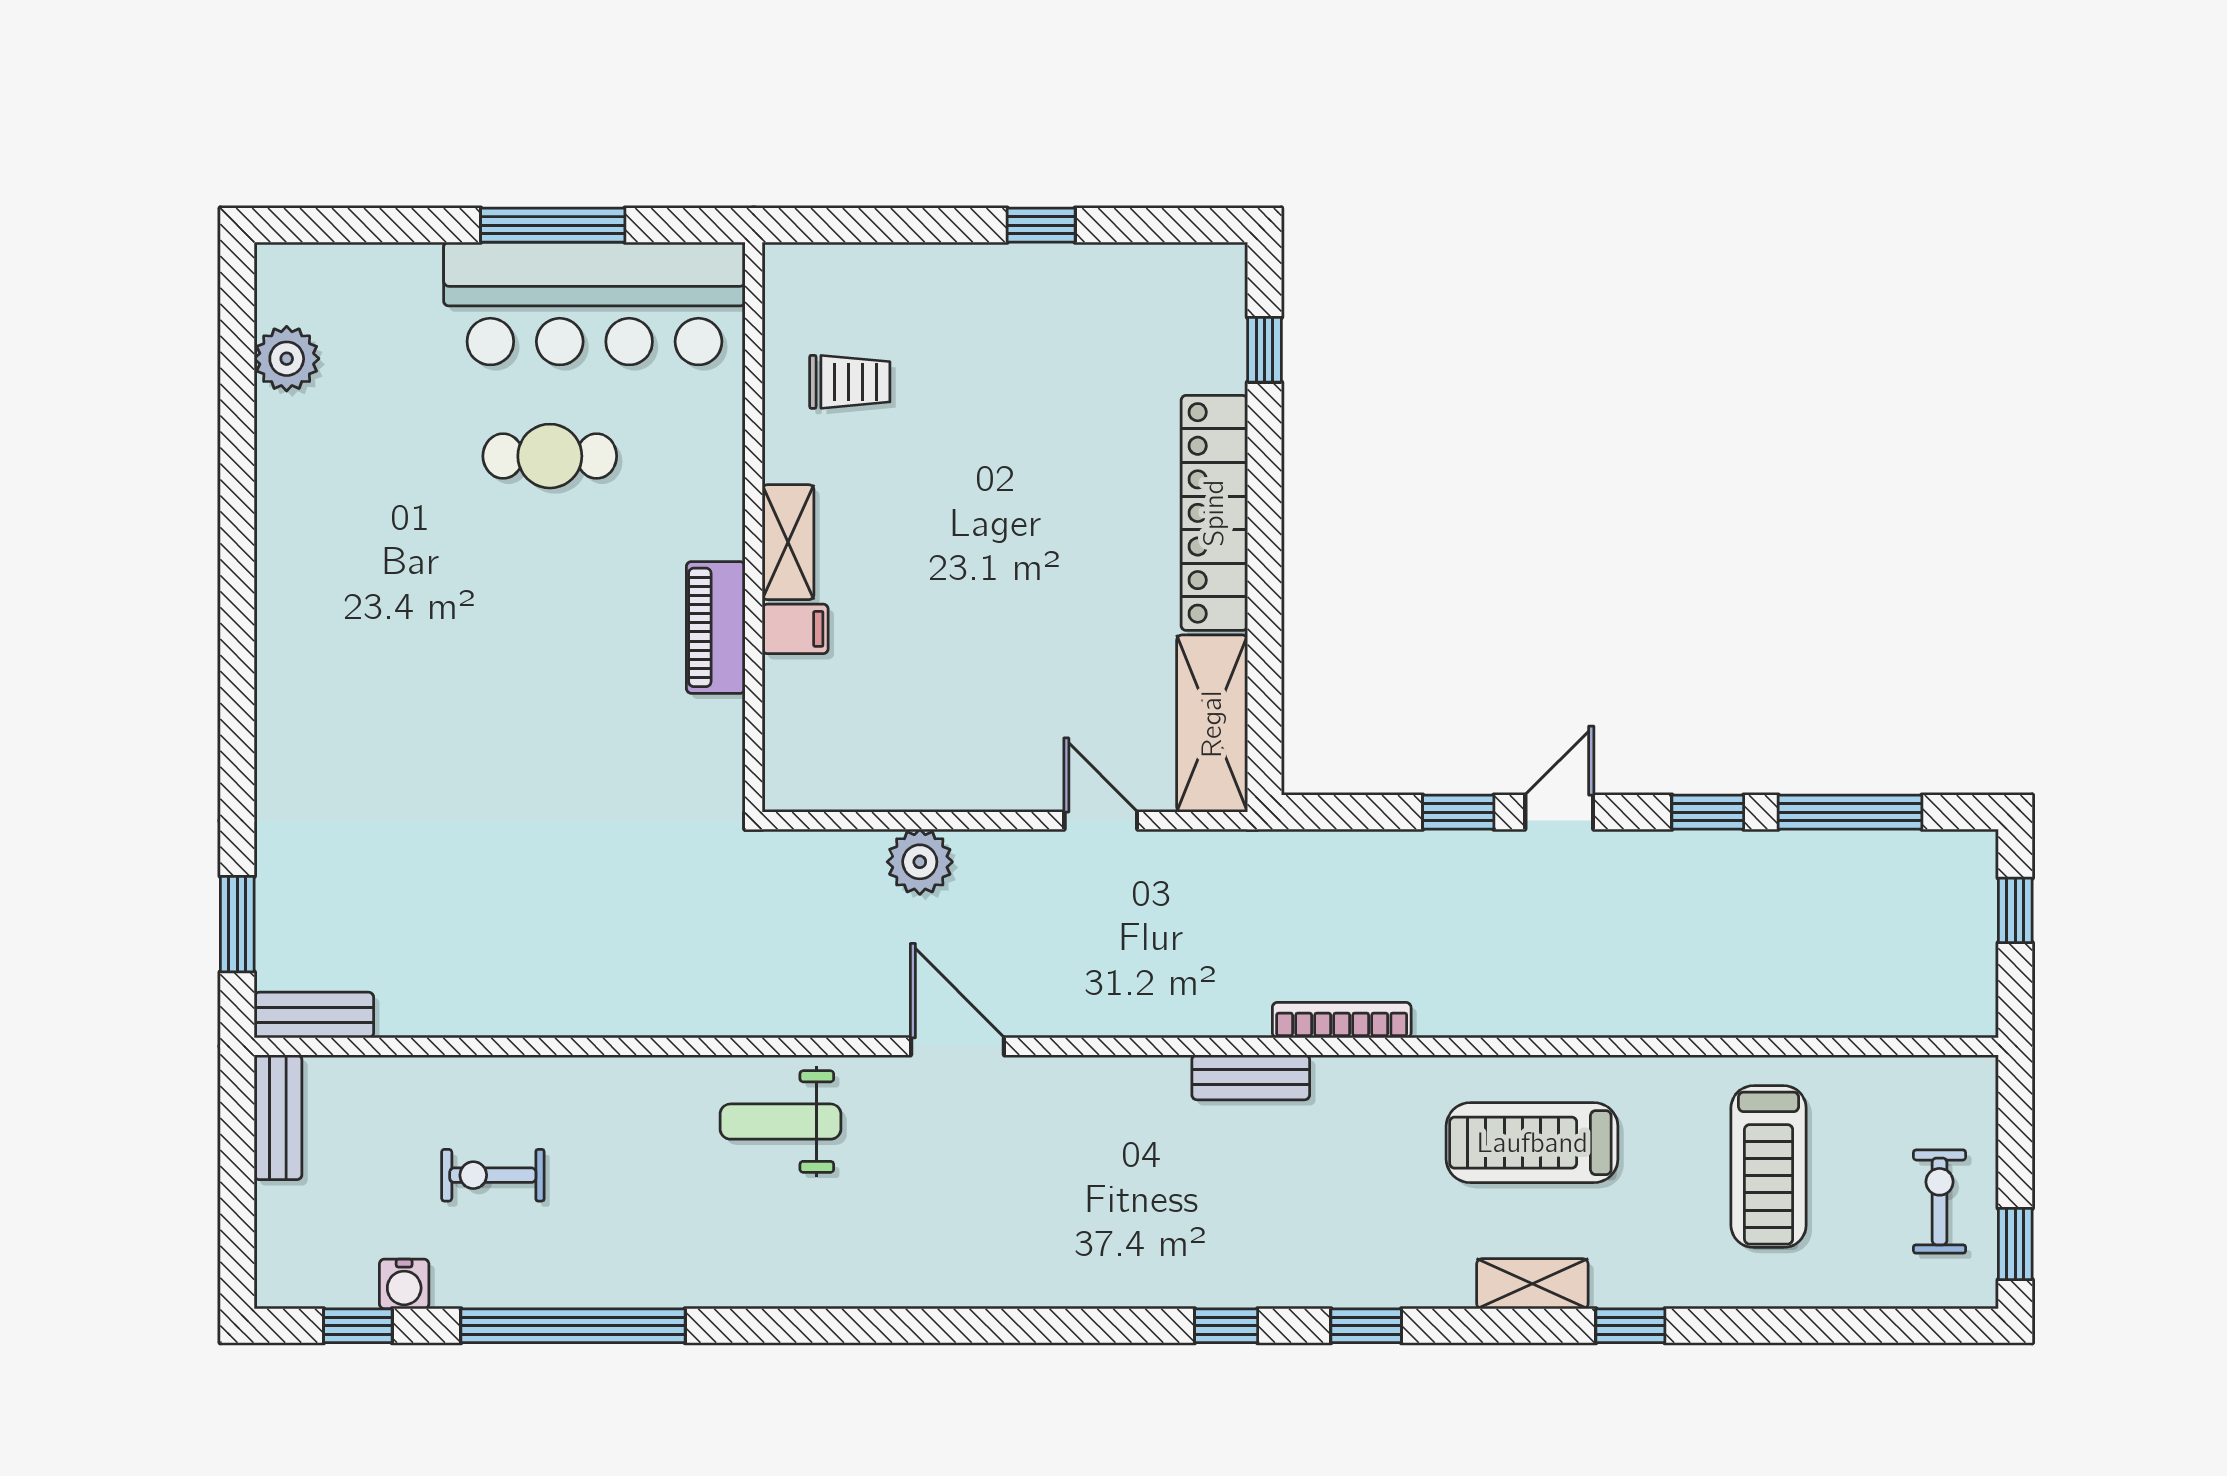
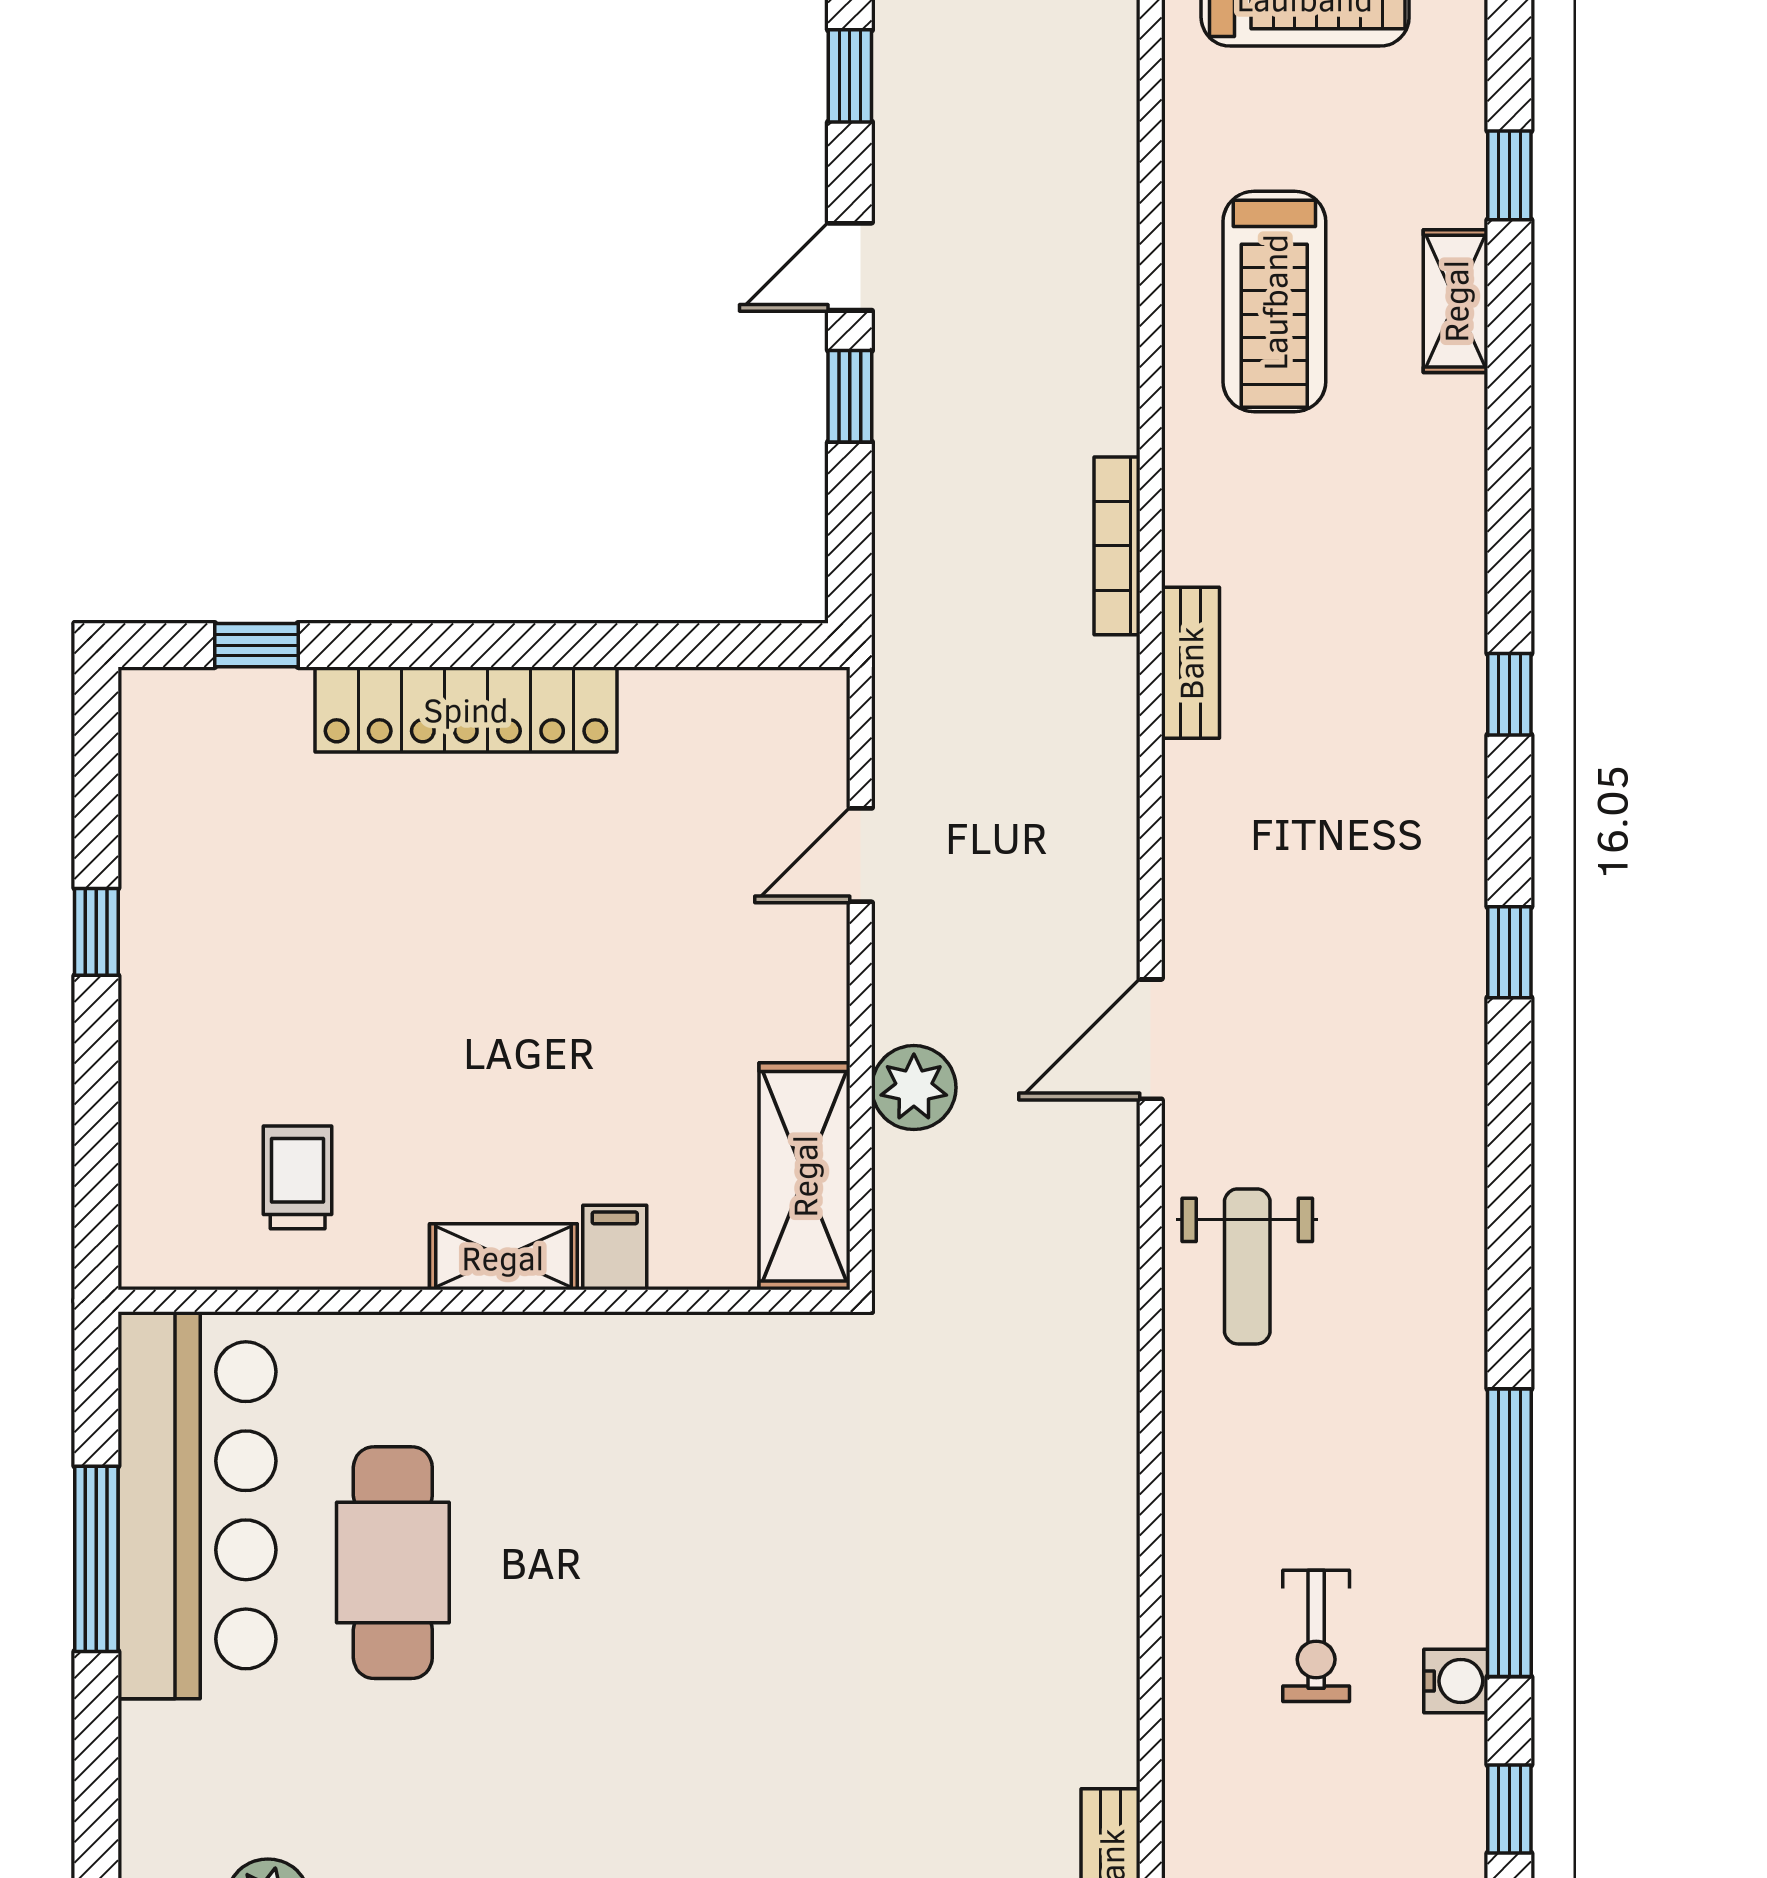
cafe table: (550, 456) -> (393, 1563), width x1.37, depth x1.35
piano: (716, 627) -> (613, 1350), removed
shelving: (1212, 724) -> (804, 1176), moved, turned 90
door: (1559, 812) -> (850, 267), hinge flipped
water cooler: (404, 1284) -> (1456, 1681), moved
window: (1366, 1326) -> (1509, 952), moved

